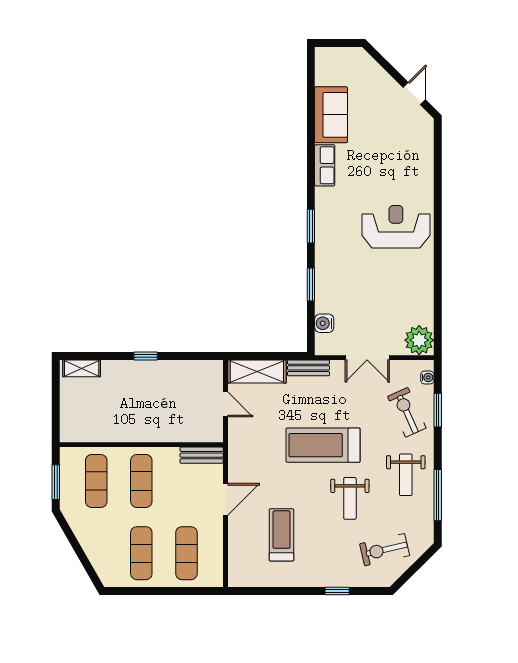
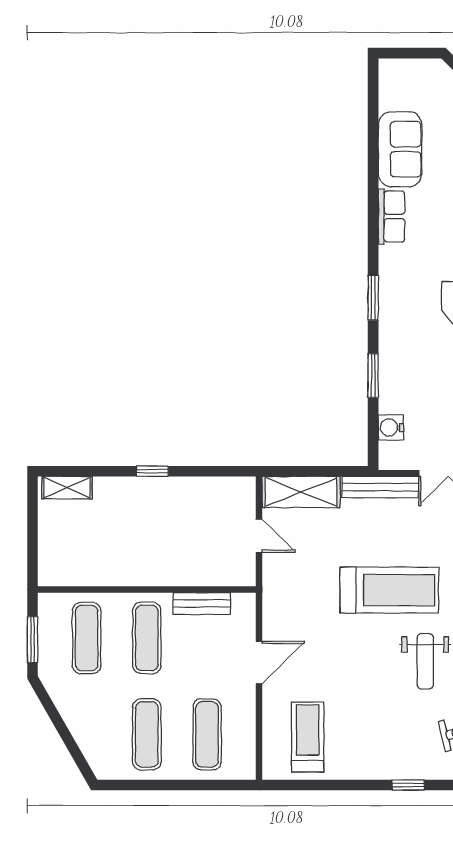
bench: (309, 368) -> (380, 487), width x1.36
treadmill: (323, 445) -> (389, 590), turned 180
bench: (202, 455) -> (202, 603), moved
treadmill: (281, 535) -> (308, 737), moved

